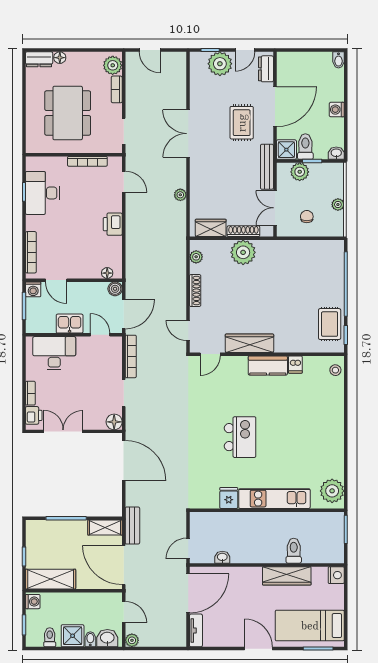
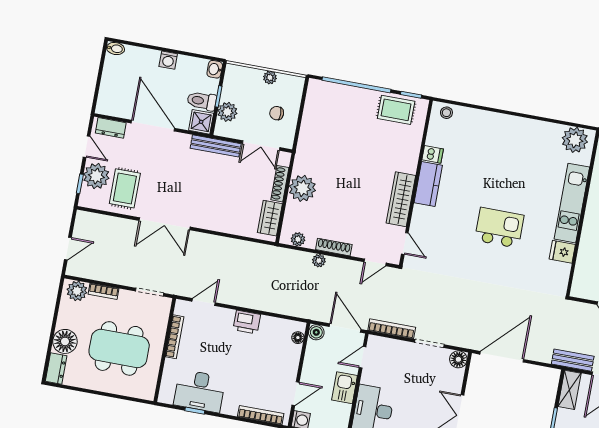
floor lamp: (60, 58) -> (65, 341), width x1.89, depth x1.89
rug: (242, 123) -> (125, 188), moved, turned 90
plant: (180, 195) -> (319, 261), moved

